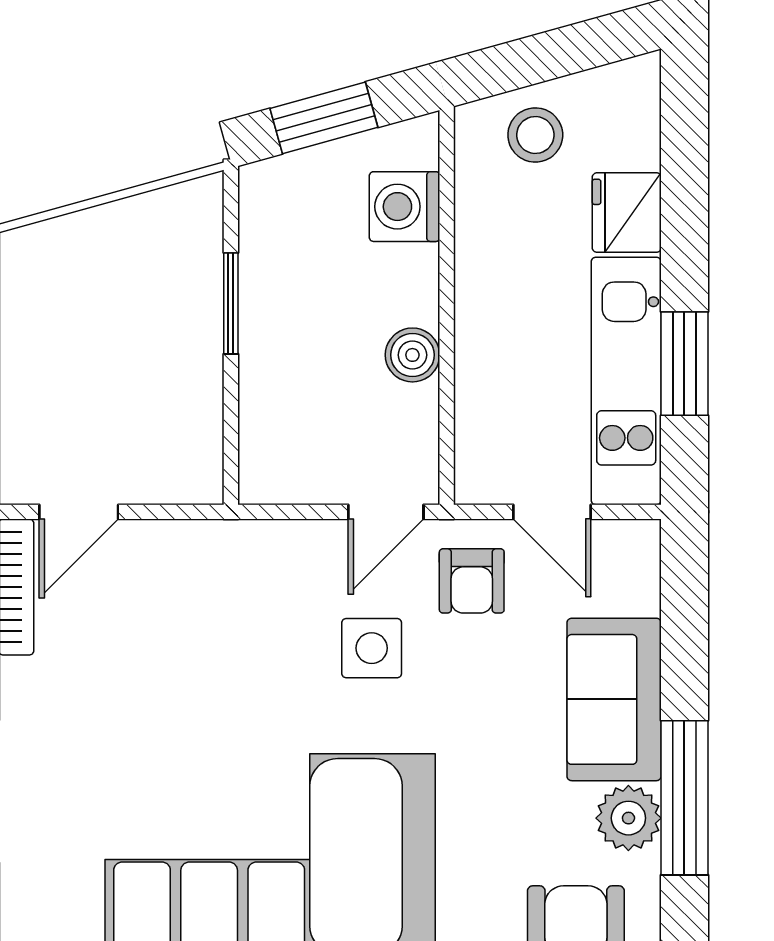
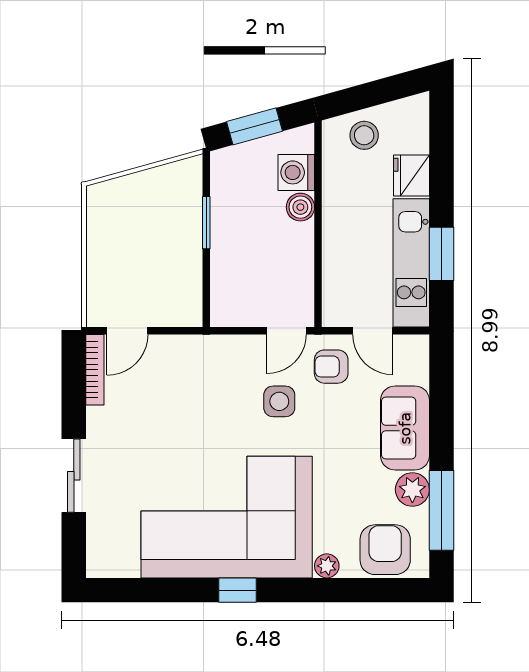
boiler: (412, 355) -> (300, 207), moved
armchair: (472, 581) -> (331, 367), turned 90
window: (684, 798) -> (441, 510), moved

